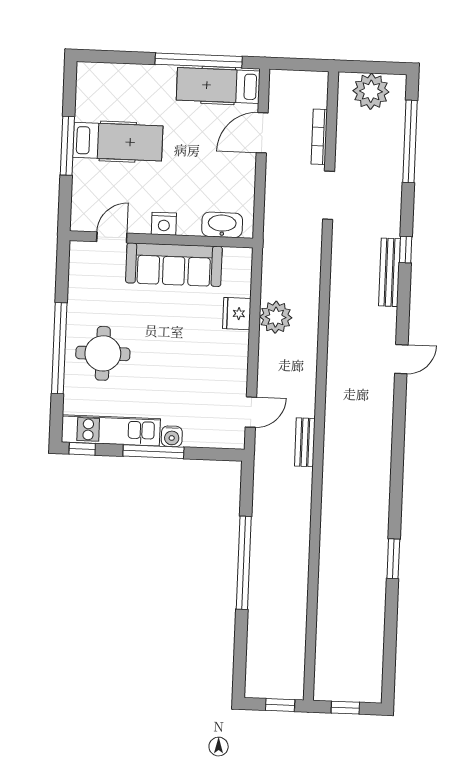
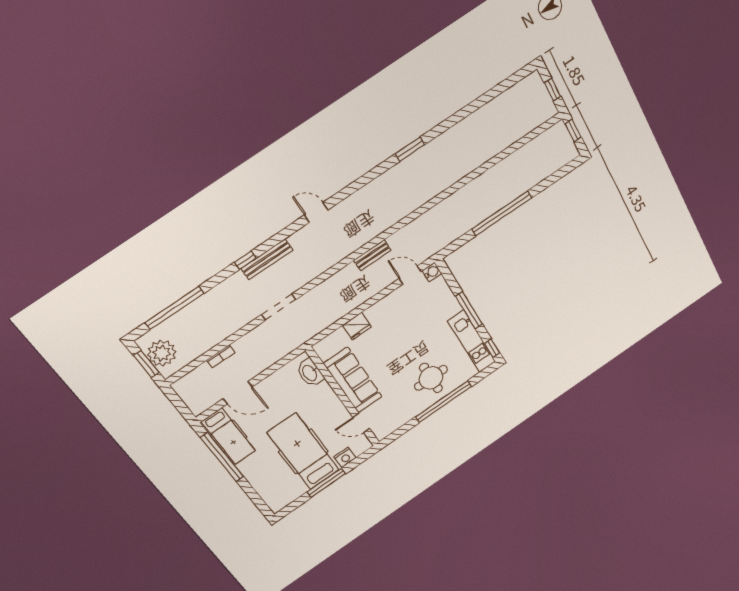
window: (372, 67) -> (146, 364), added
bookcase: (319, 137) -> (221, 356), width x0.64
hospital bed: (118, 142) -> (303, 451), width x1.37, depth x1.29
doorway: (329, 195) -> (279, 307), moved
nightstand: (164, 224) -> (345, 457), moved, turned 90
plant: (276, 317) -> (343, 303), removed
water cooler: (172, 436) -> (432, 272), moved
bench: (305, 442) -> (372, 255), moved
window: (393, 559) -> (410, 149), moved

